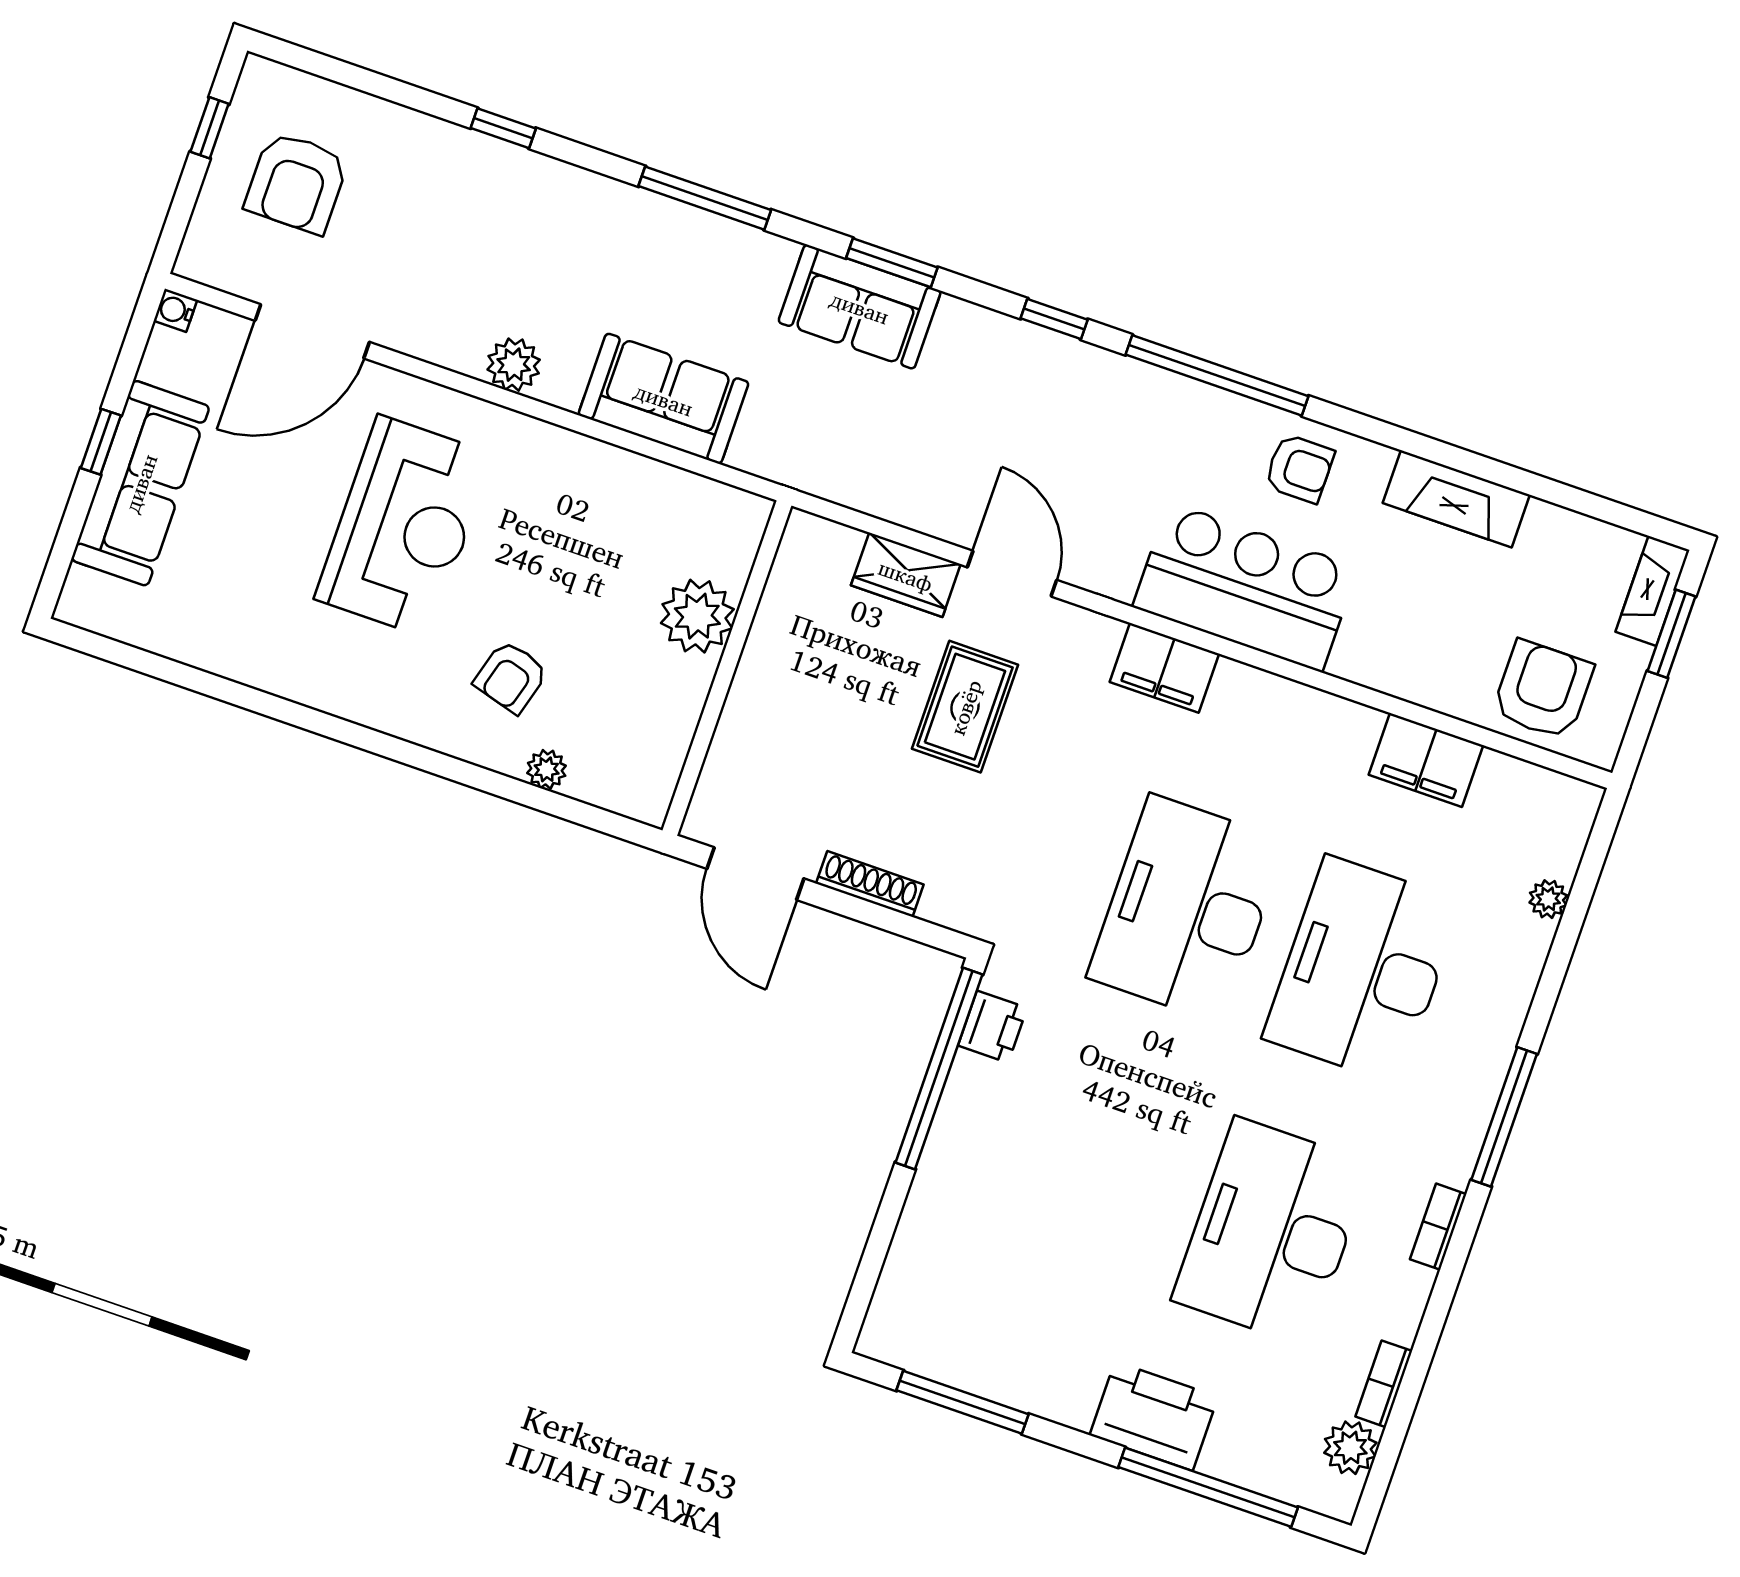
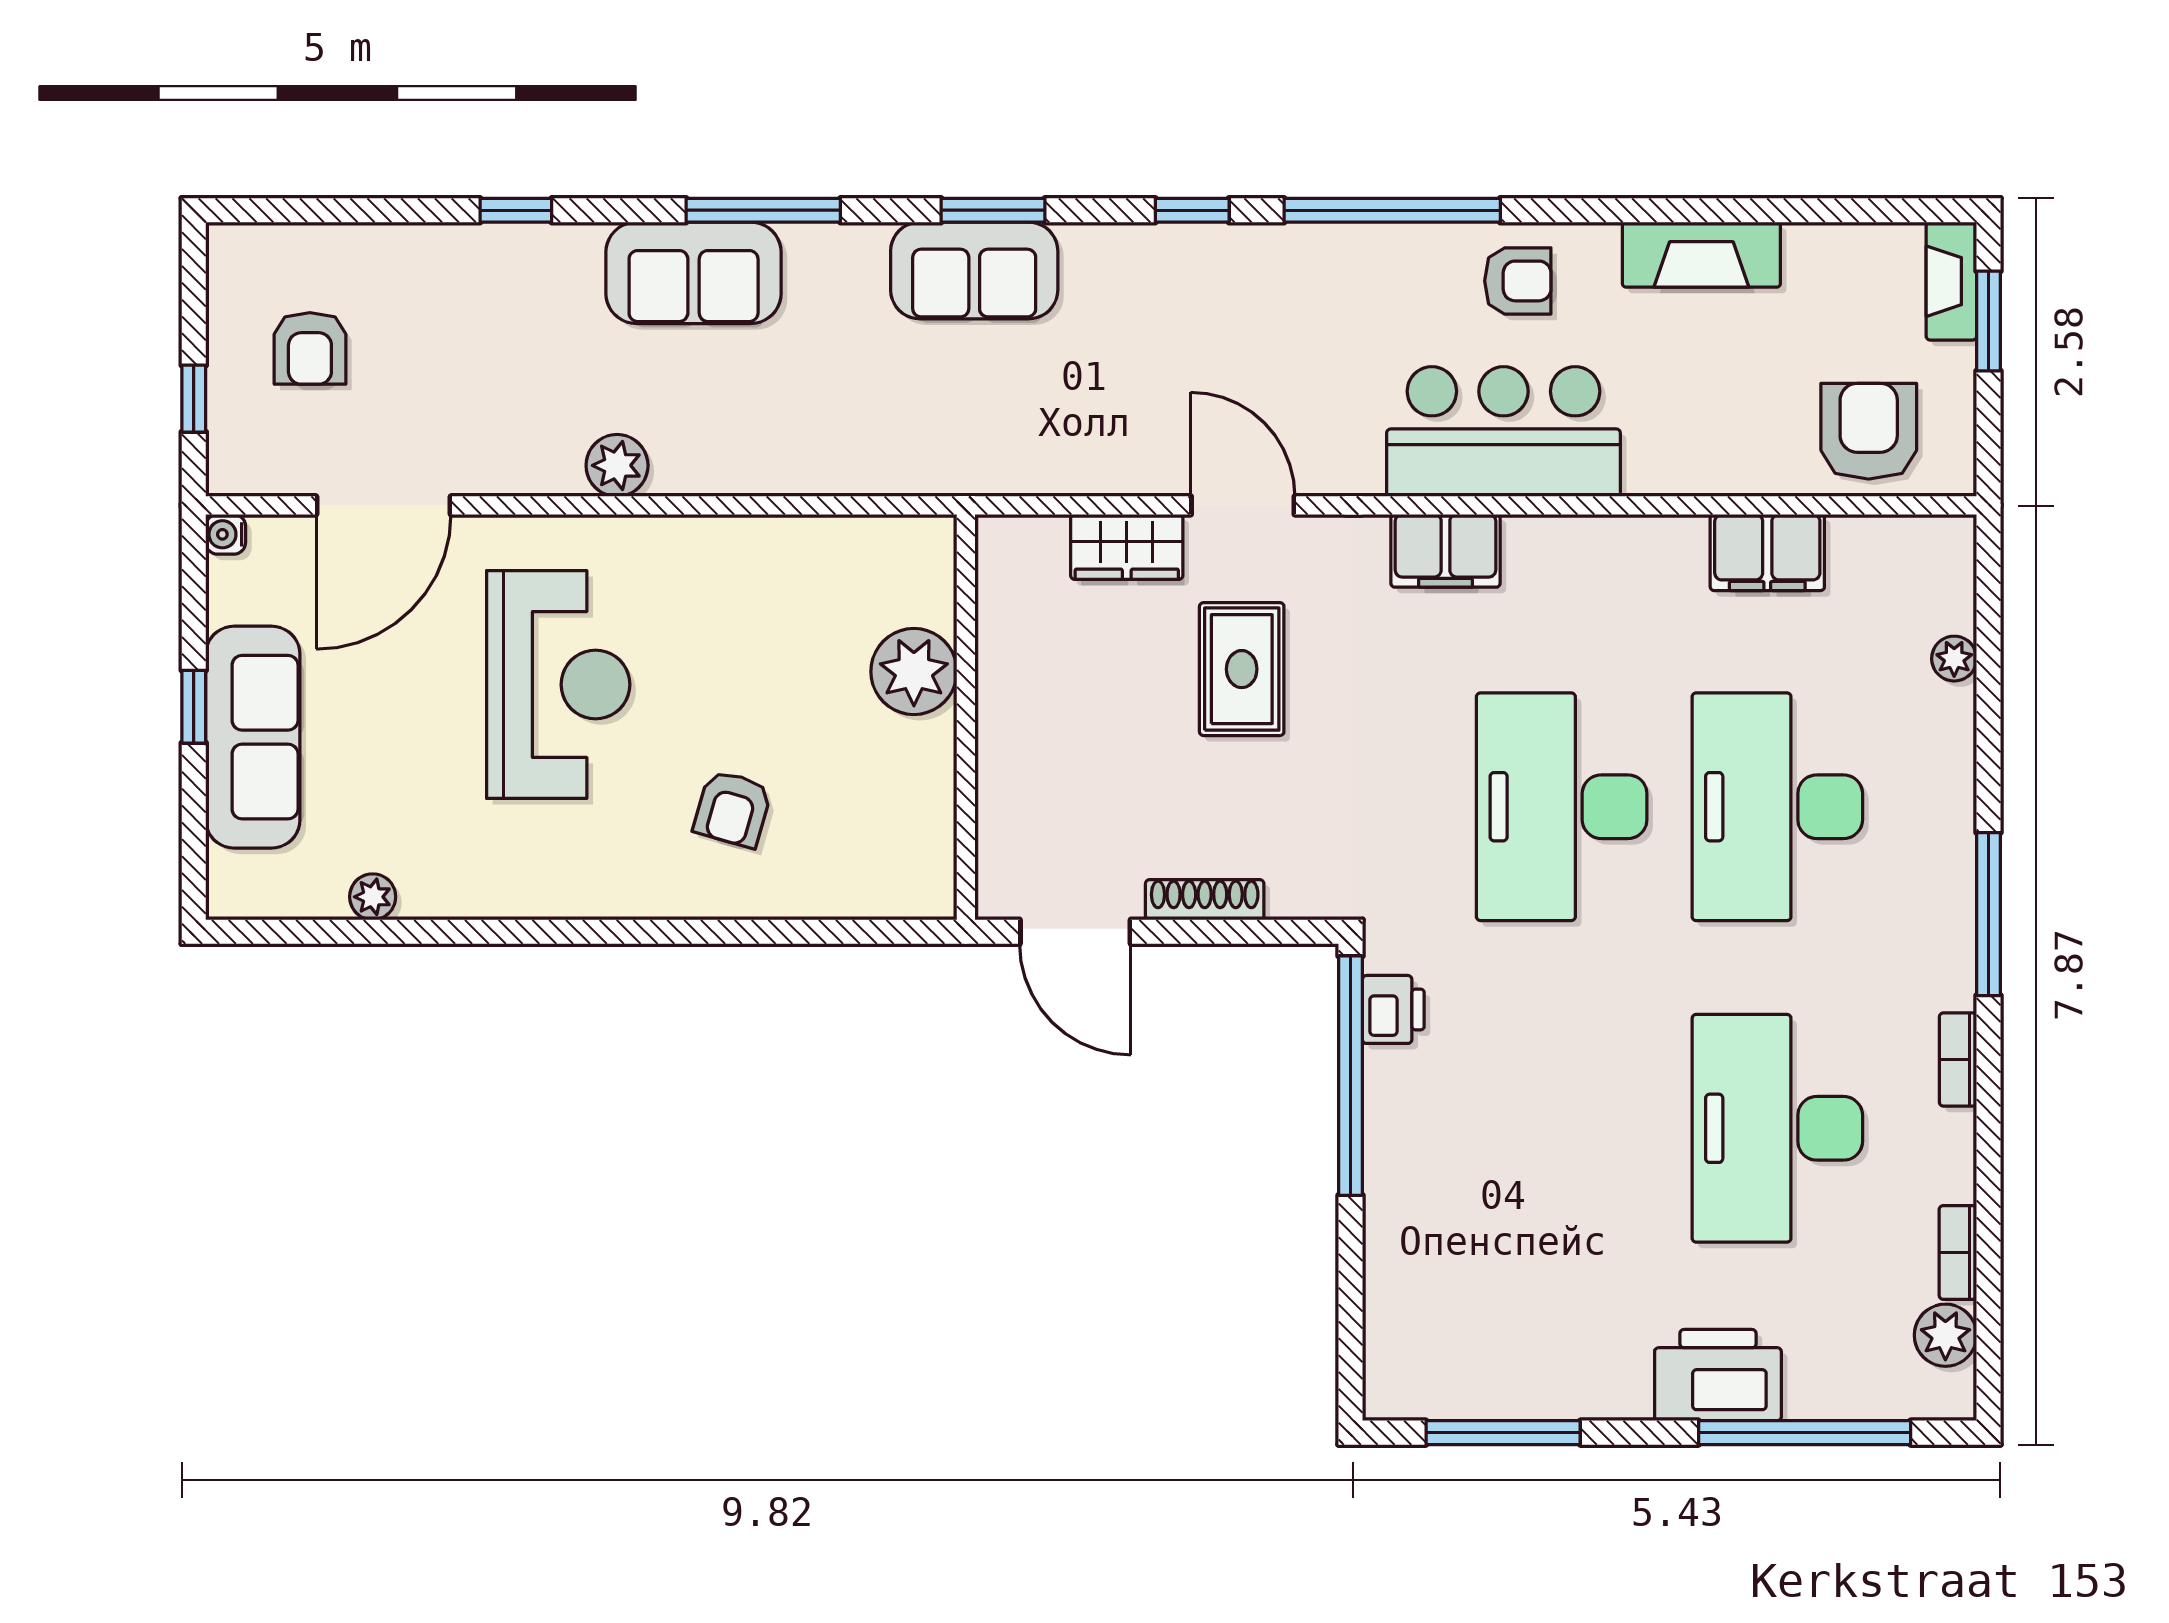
window: (210, 128) -> (194, 399), moved
armchair: (297, 183) -> (310, 348), width x0.72, depth x0.72
sofa: (664, 399) -> (694, 273), moved, turned 180
plant: (547, 769) -> (373, 897), moved

